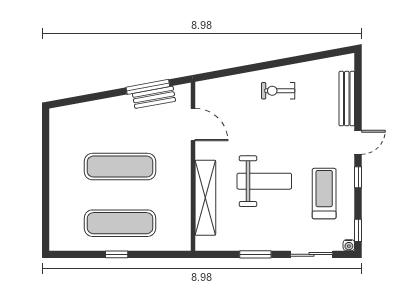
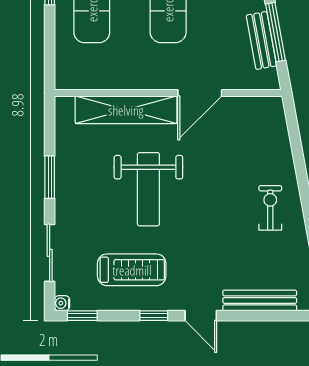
door: (193, 125) -> (200, 93), moved

